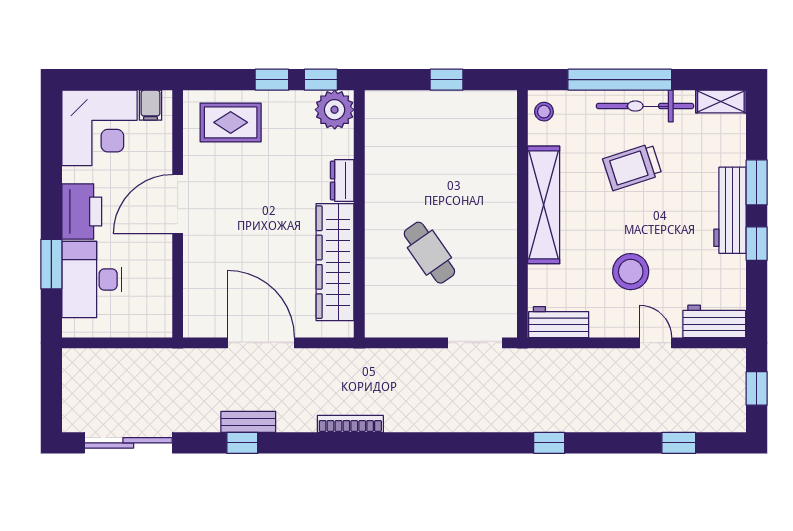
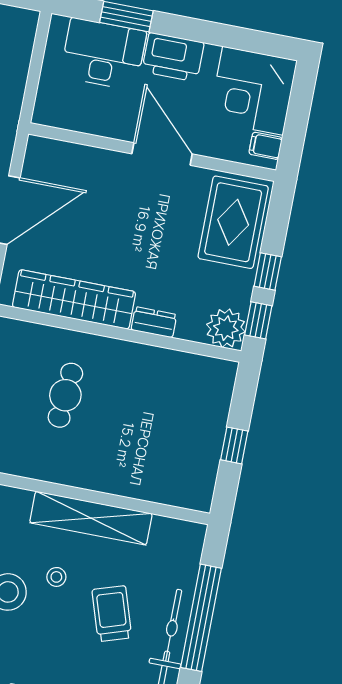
stool: (544, 112) -> (56, 577), moved
rug: (231, 122) -> (233, 222), width x1.36, depth x1.43
cafe table: (429, 253) -> (65, 395), turned -50

